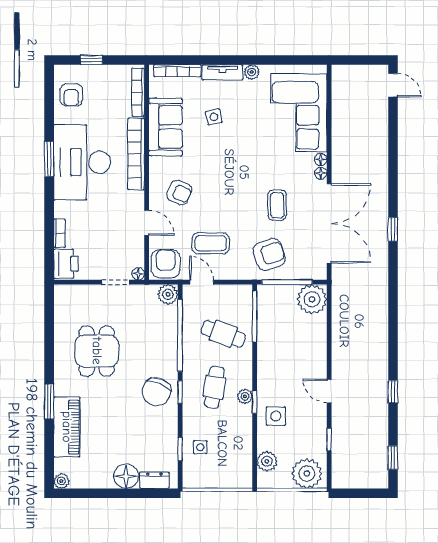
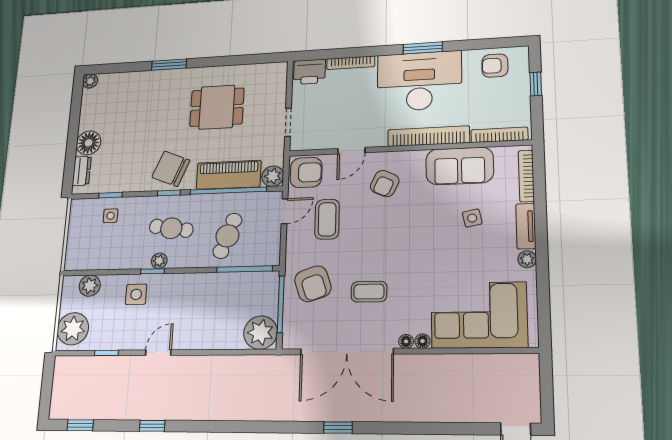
bookcase: (59, 233) -> (351, 63), width x1.56
floor lamp: (138, 274) -> (296, 145), removed
piano: (67, 427) -> (229, 175), moved, turned 180

